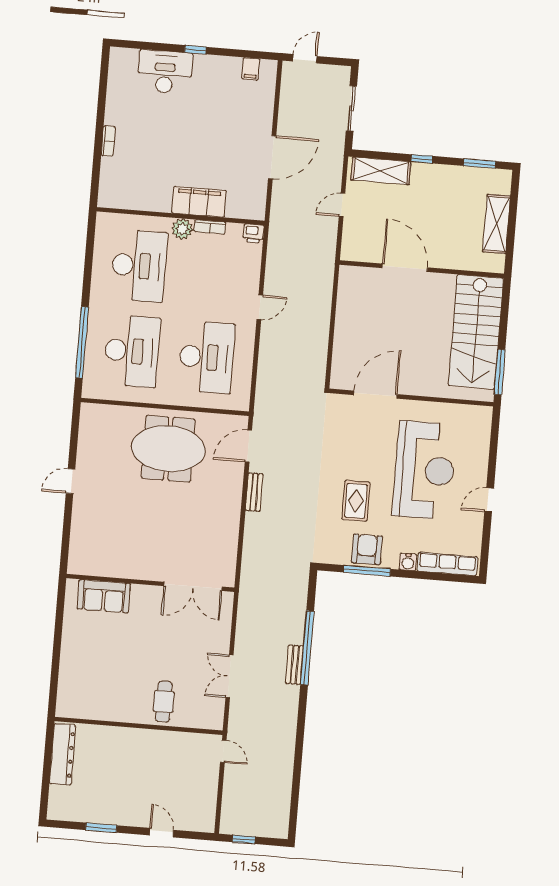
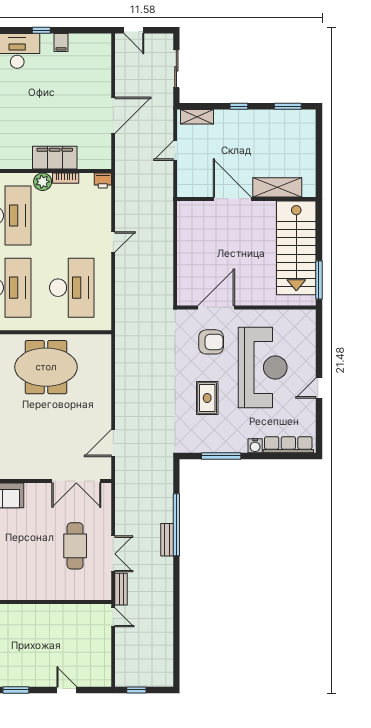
door: (305, 59) -> (134, 30), swing flipped
filing cabinet: (251, 69) -> (61, 42), moved
shelving: (381, 171) -> (197, 117), width x0.67, depth x0.75
shelving: (497, 224) -> (277, 187), moved, turned 90
door: (248, 446) -> (113, 443), moved
bench: (254, 492) -> (121, 589), moved
armchair: (367, 549) -> (211, 342), moved, turned 90
double door: (229, 676) -> (113, 554), swing flipped
cafe table: (164, 702) -> (75, 546), moved, width x1.37, depth x1.35

